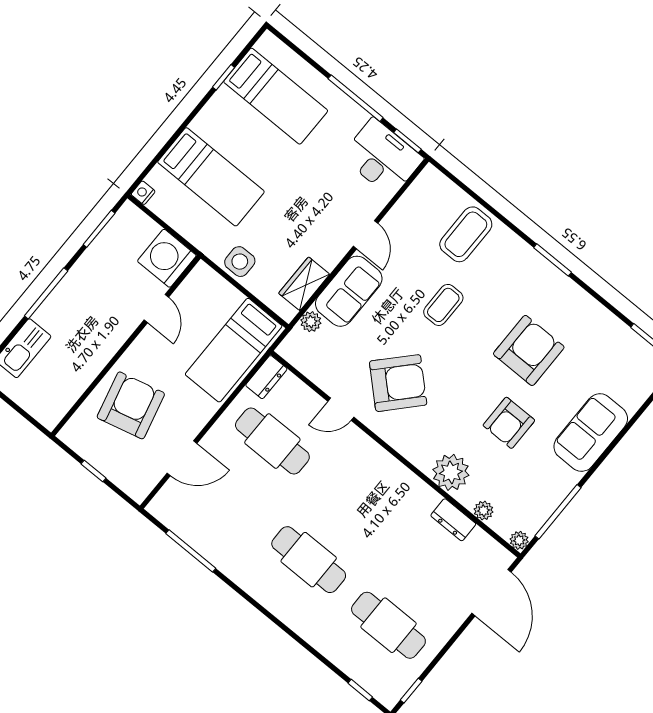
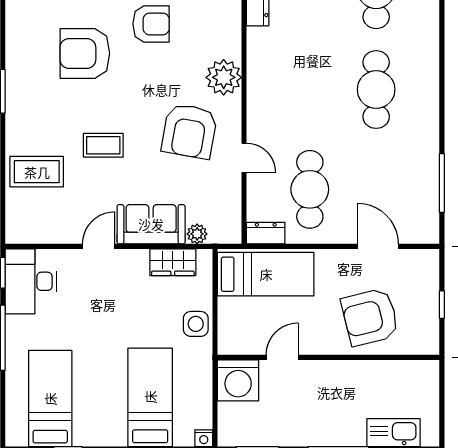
armchair: (398, 383) -> (189, 131), turned -123
plant: (451, 472) -> (224, 77), moved

